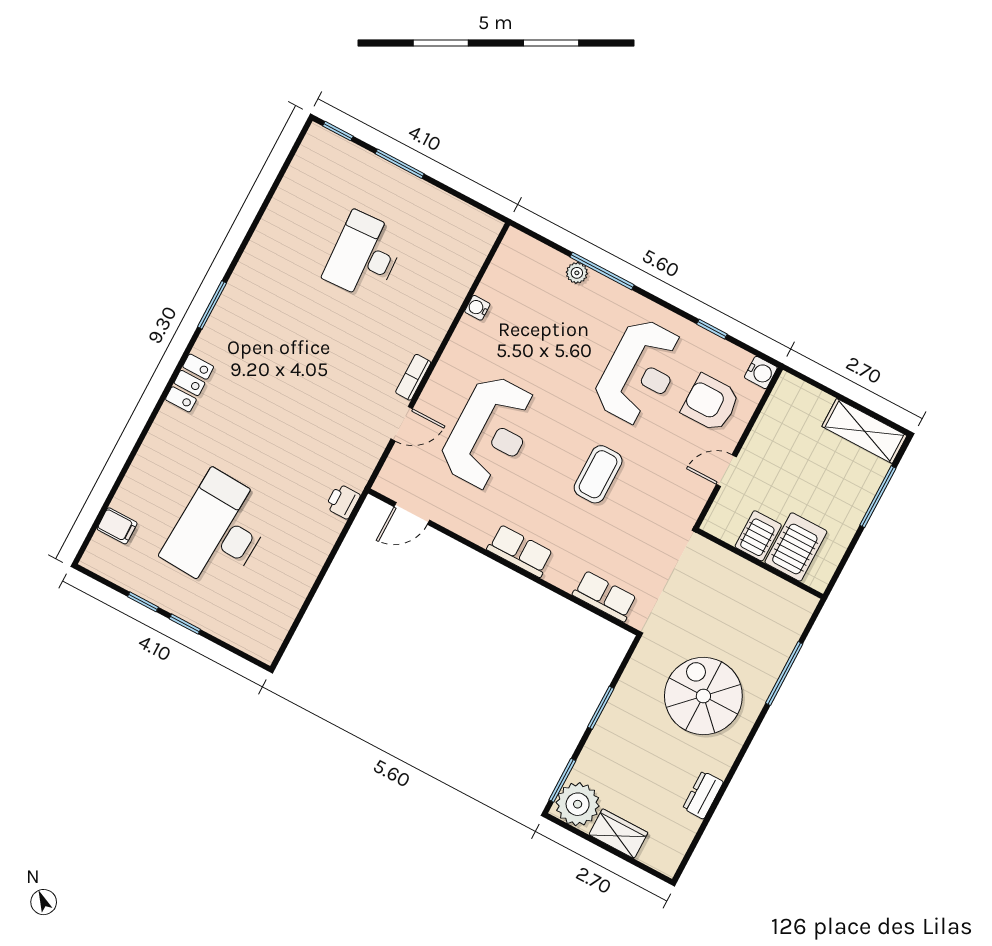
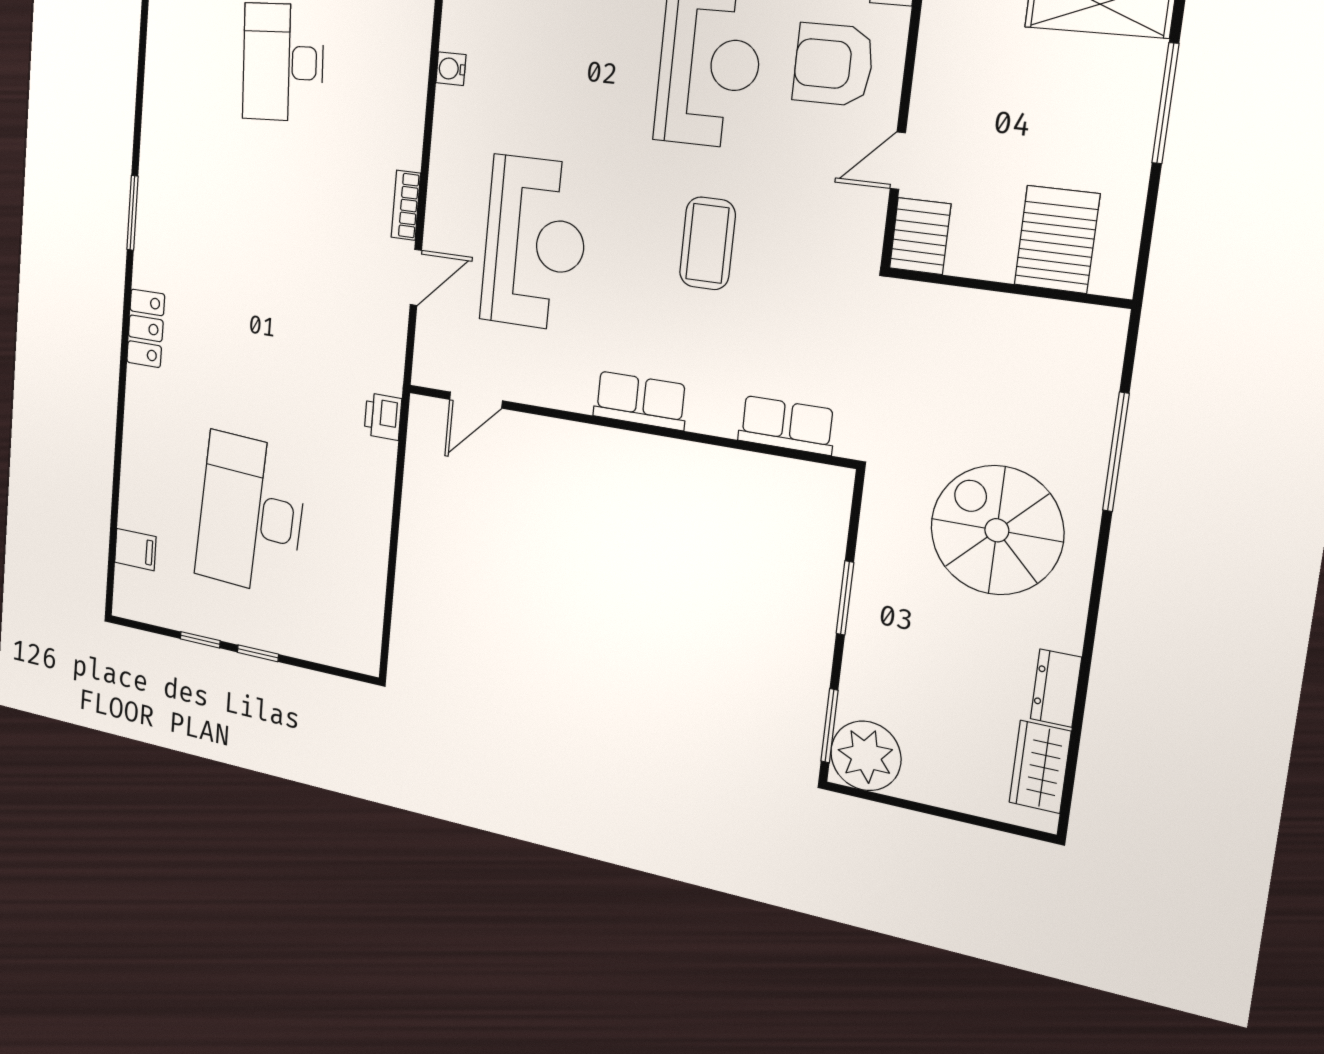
server rack: (758, 536) -> (920, 236), moved
wardrobe: (618, 834) -> (1040, 767), moved, turned -90

